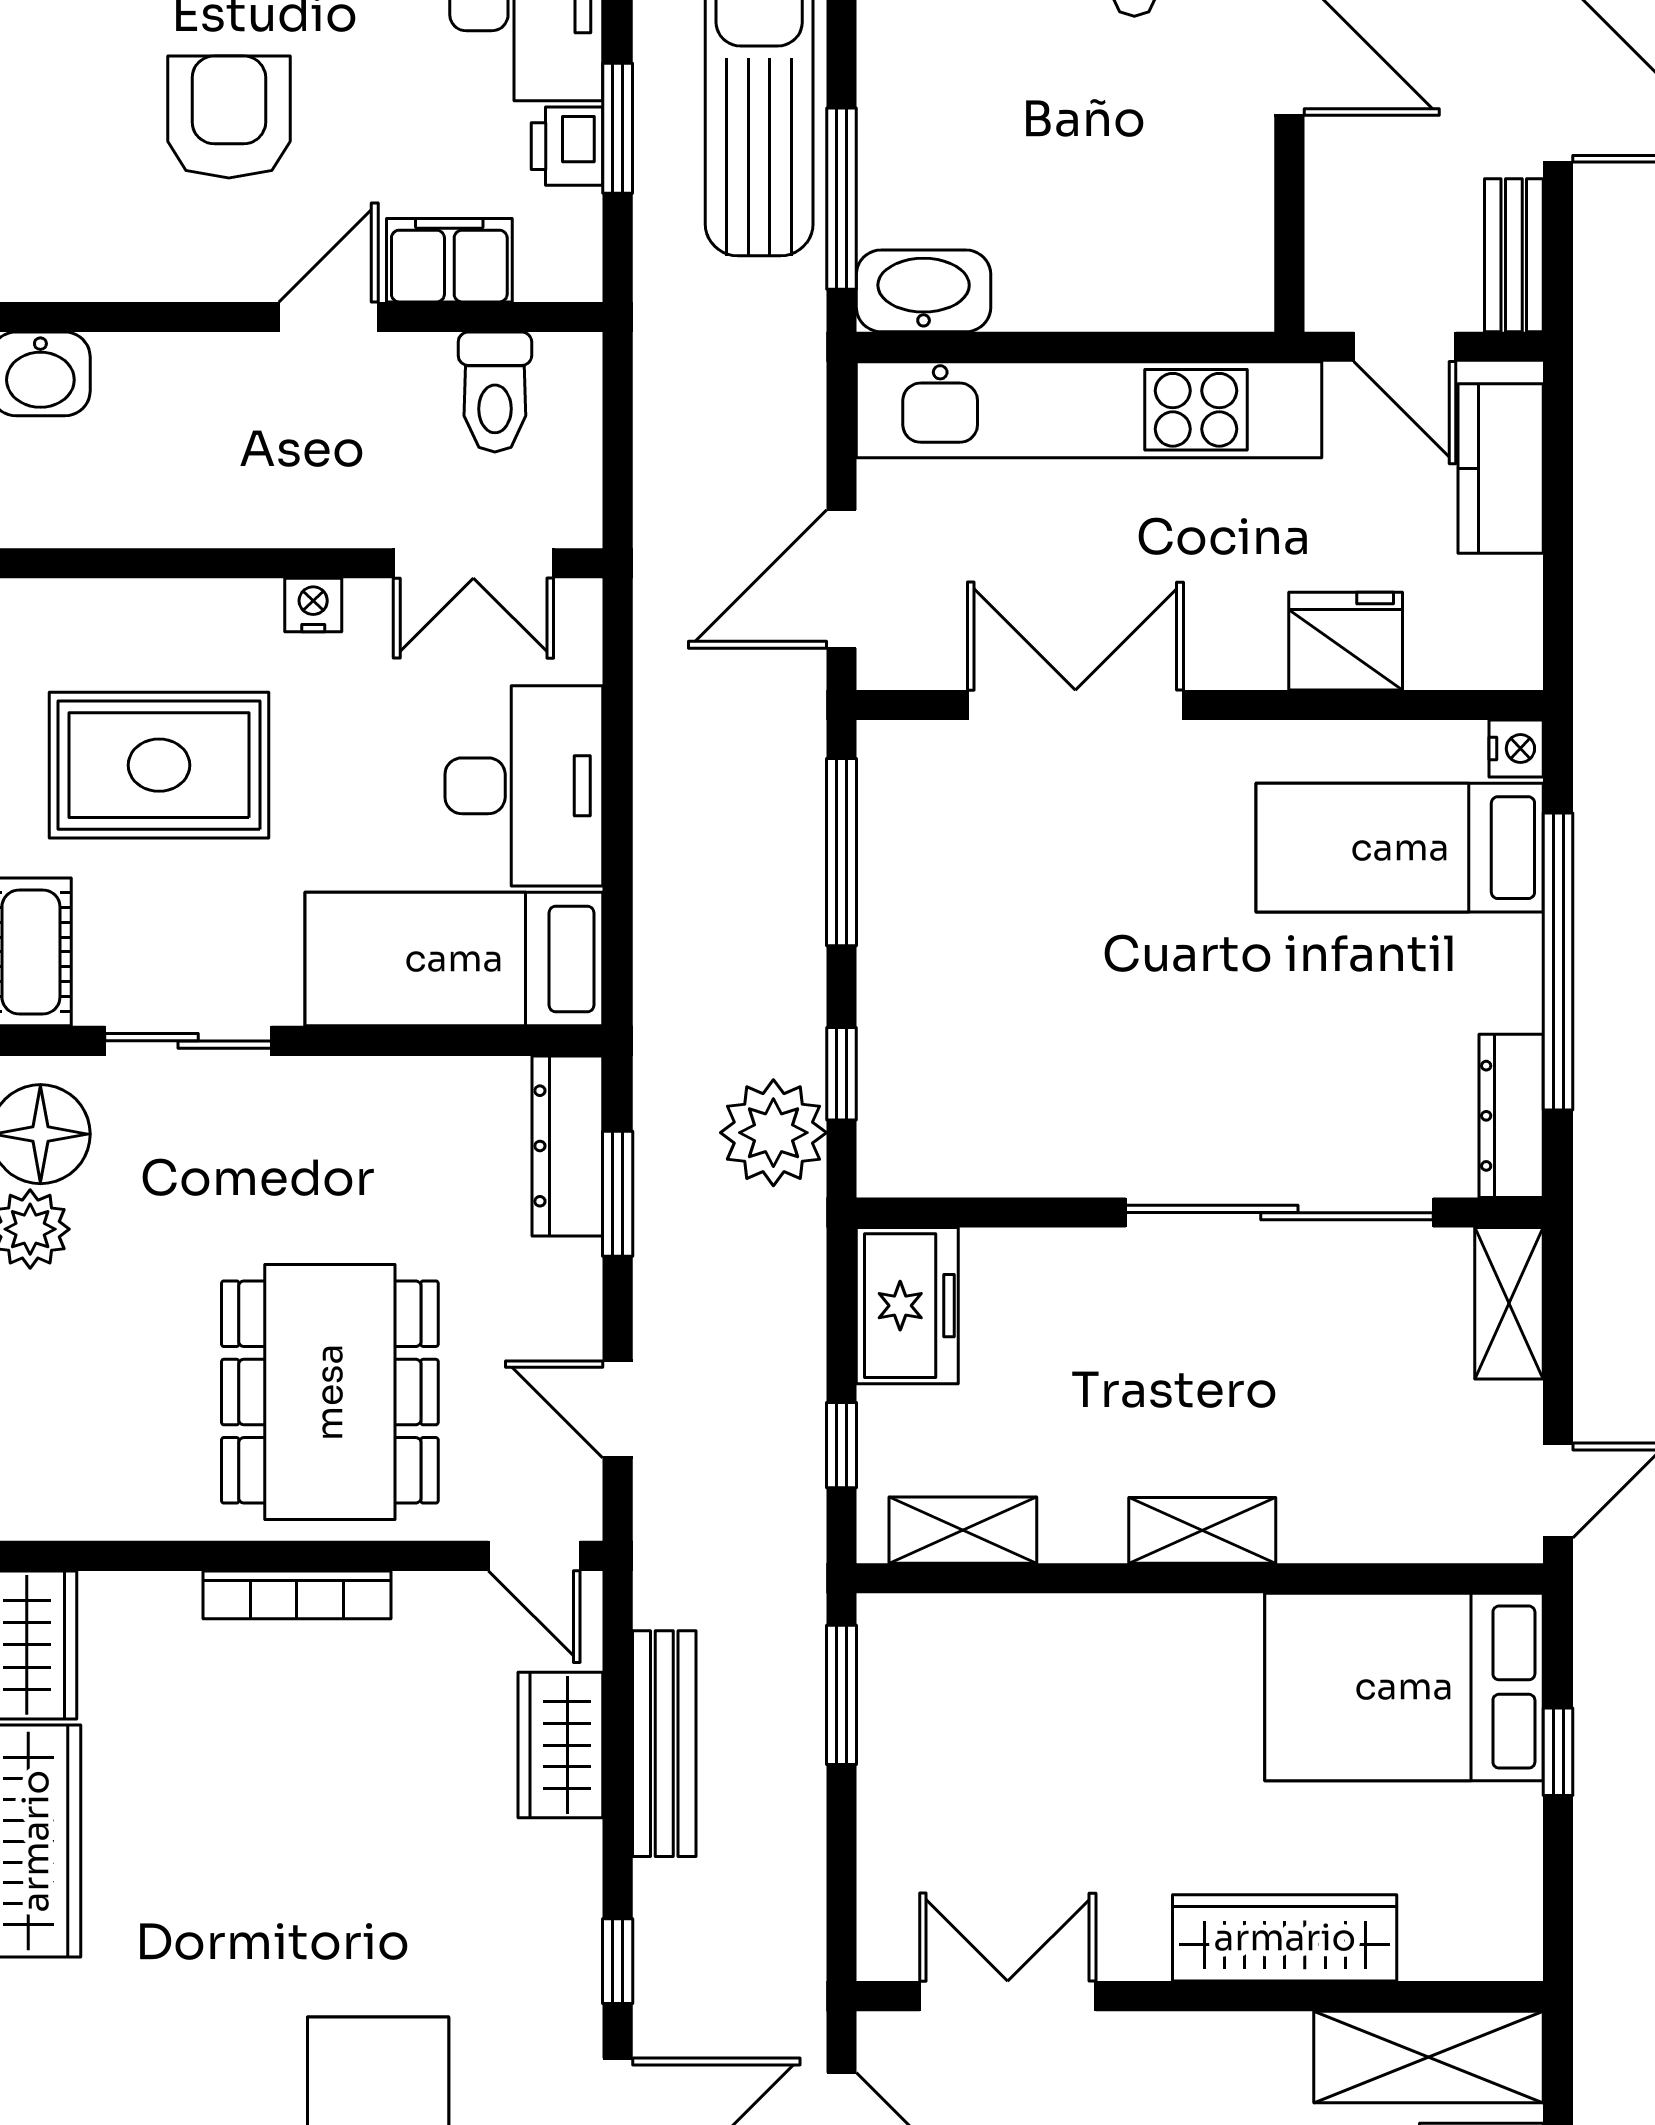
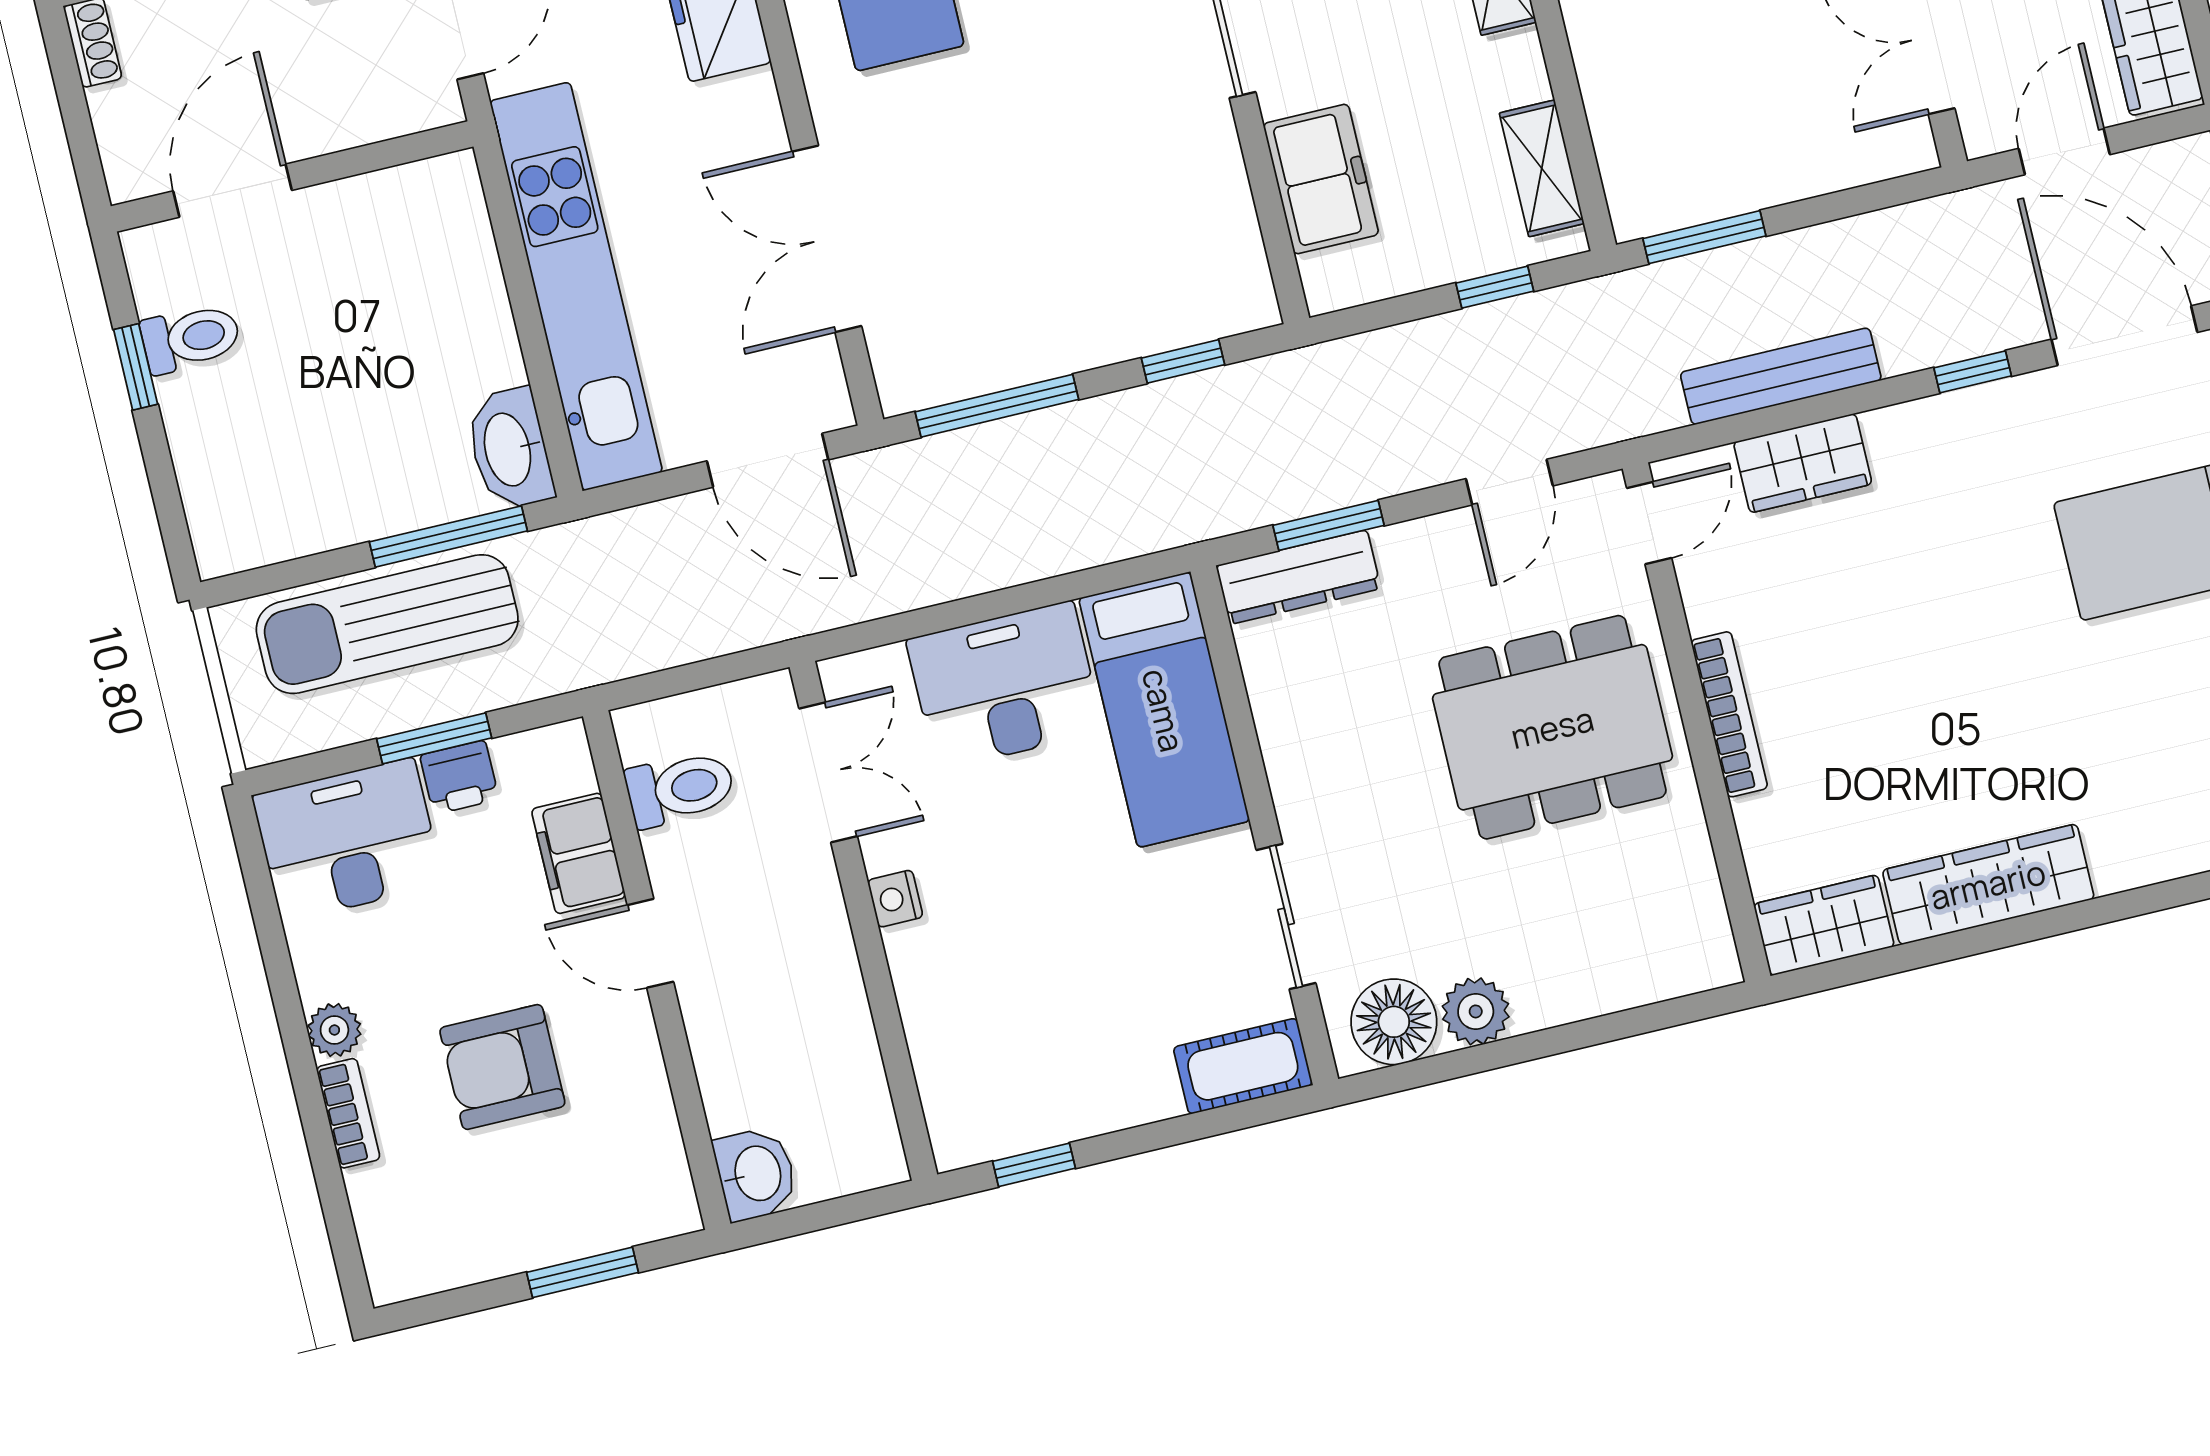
rug: (159, 765) -> (1060, 996), removed
plant: (773, 1133) -> (1246, 407), removed
freezer: (907, 1306) -> (1321, 179), moved, turned 90

